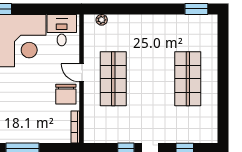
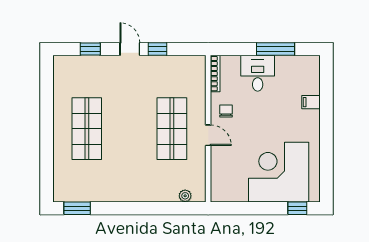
desk: (62, 30) -> (258, 73), moved, turned 180
chair: (66, 94) -> (226, 111), width x0.54, depth x0.54

